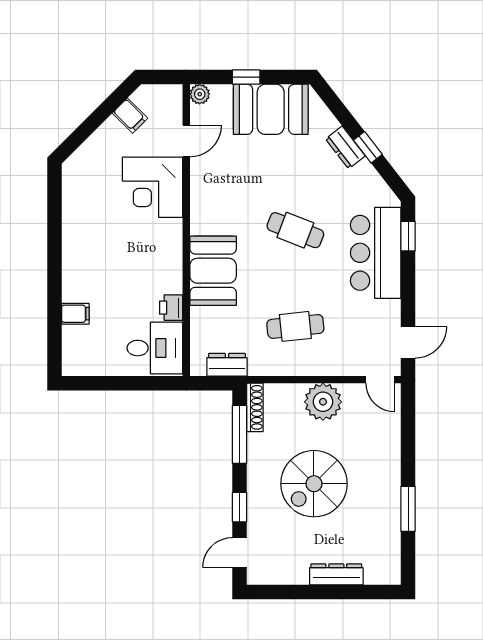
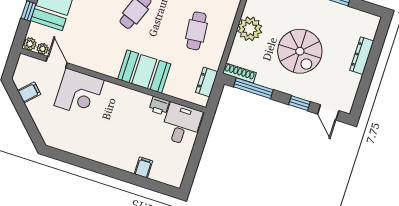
plant: (199, 115) -> (43, 49), added

